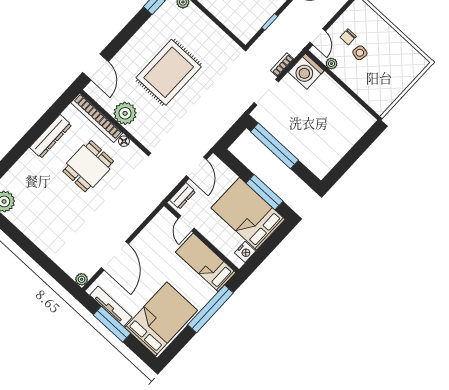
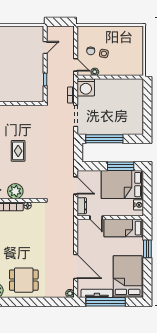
rug: (169, 72) -> (18, 151), width x0.54, depth x0.49
dining table: (88, 166) -> (24, 280), moved, turned 90
window: (211, 309) -> (147, 249), width x0.47
window: (112, 324) -> (106, 302), width x1.46

